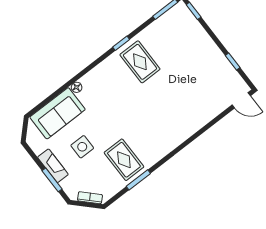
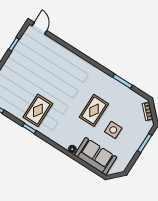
rug: (124, 160) -> (94, 110), moved
fireplace: (53, 166) -> (134, 146), removed

